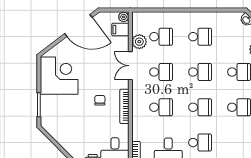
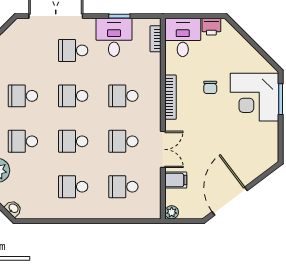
door: (78, 26) -> (230, 201), hinge flipped
filing cabinet: (120, 29) -> (176, 180), moved
plant: (139, 42) -> (151, 180), removed
corner desk: (59, 76) -> (255, 97), moved
chair: (100, 100) -> (210, 87), moved

